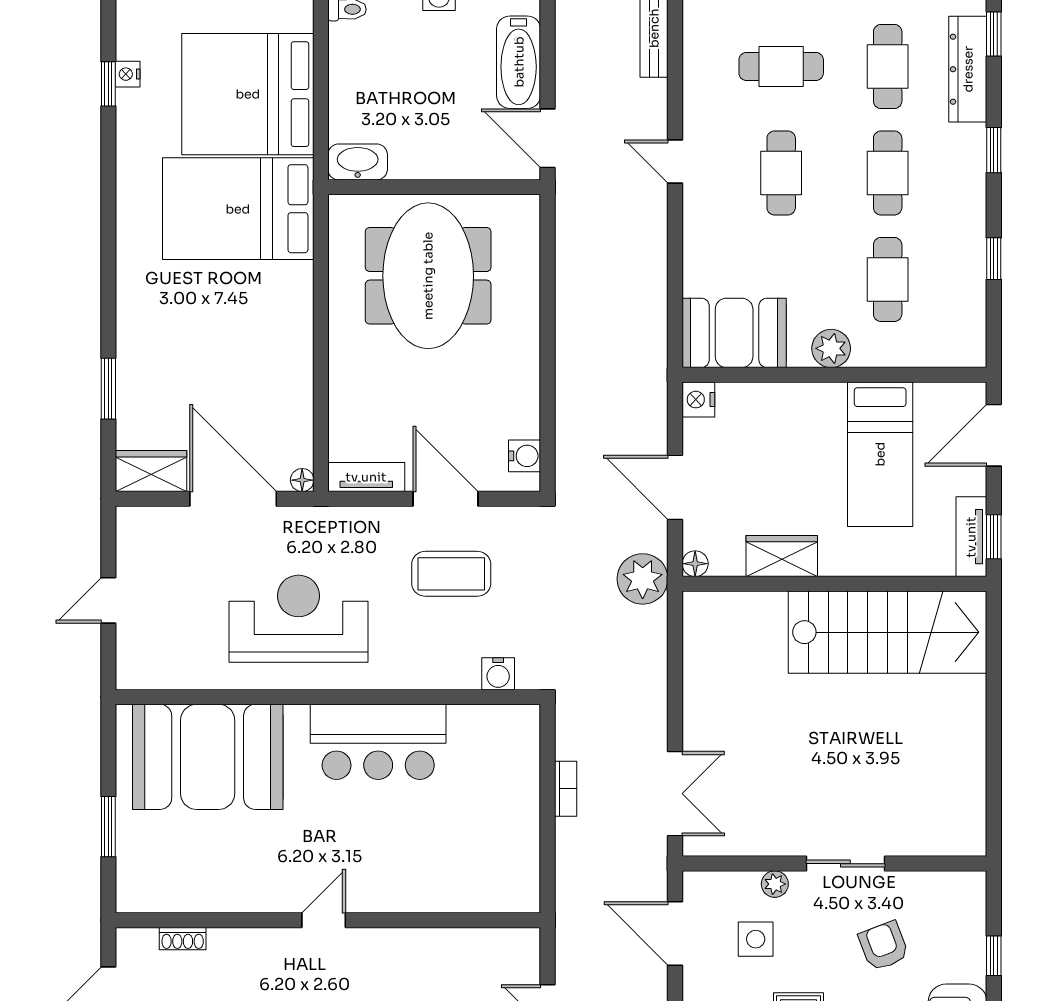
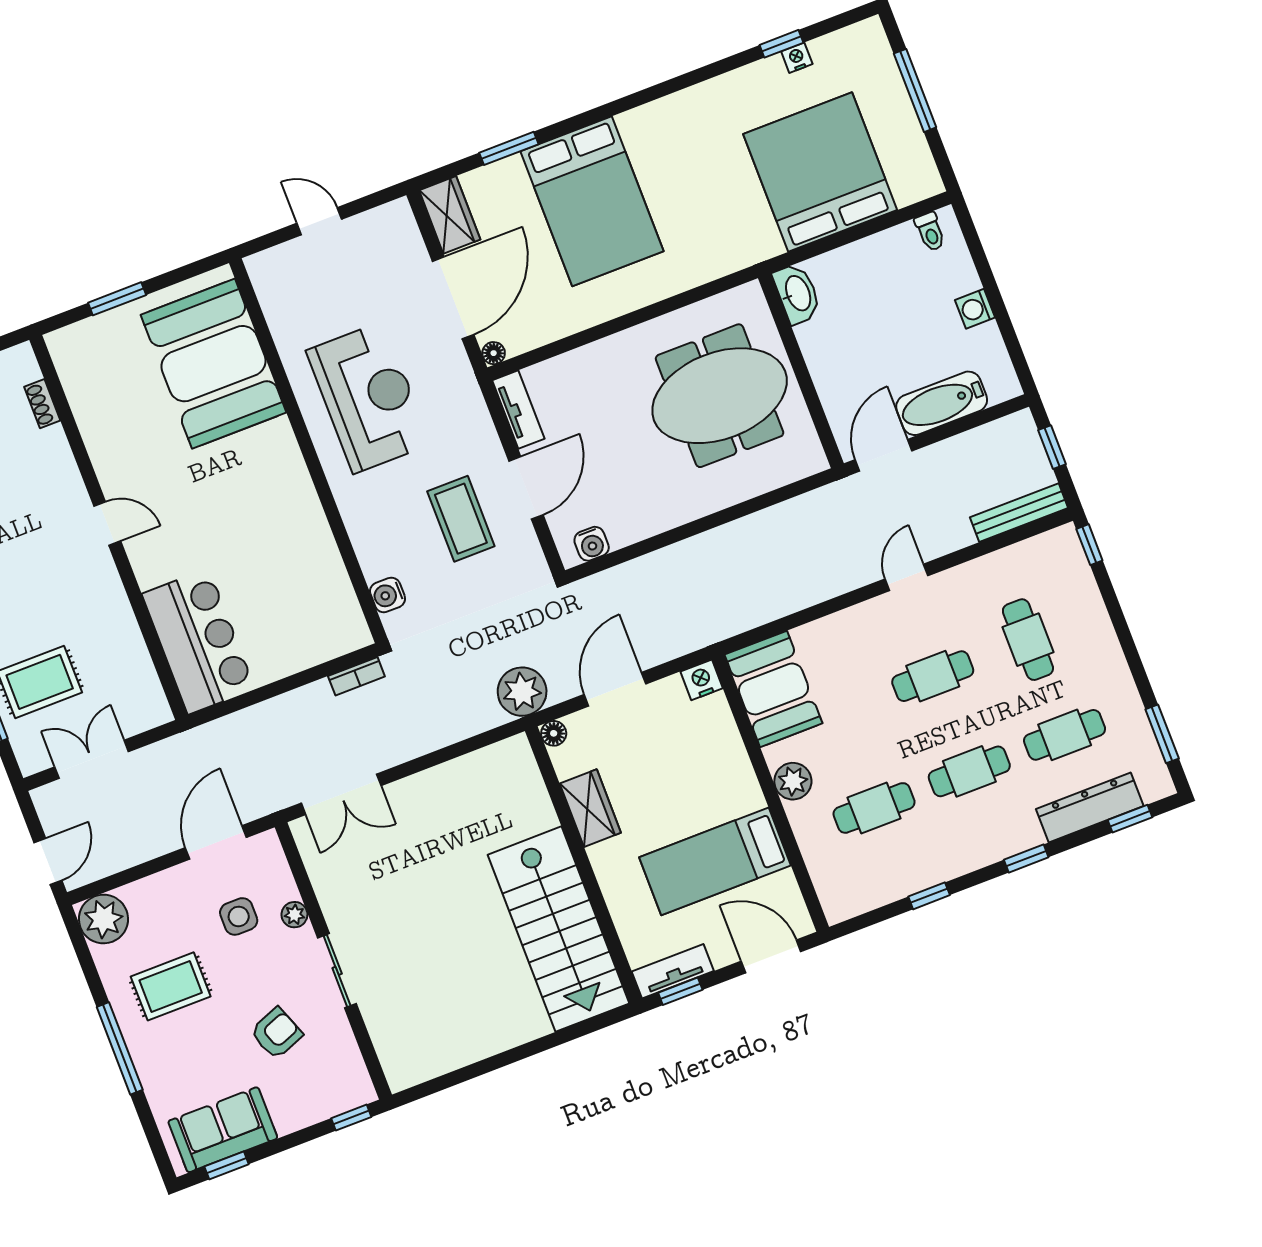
bed: (238, 209) -> (592, 201), moved, turned 180
bar counter: (378, 742) -> (198, 641), moved, turned 180
bookcase: (566, 789) -> (356, 676), moved
window: (994, 956) -> (351, 1118), moved

